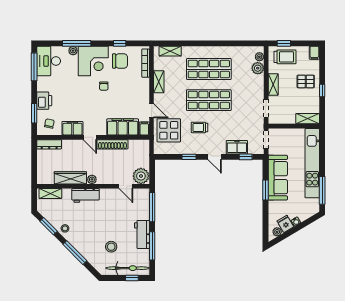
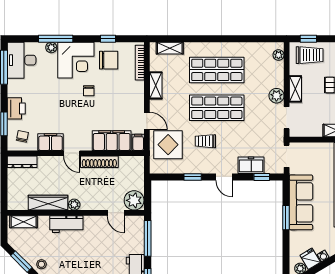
plant: (258, 68) -> (276, 96), moved

